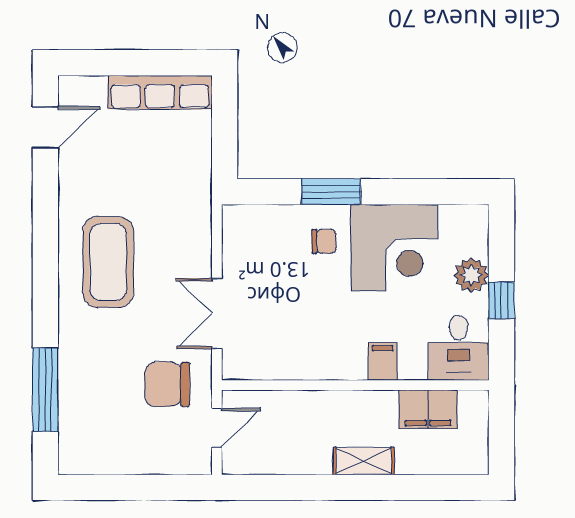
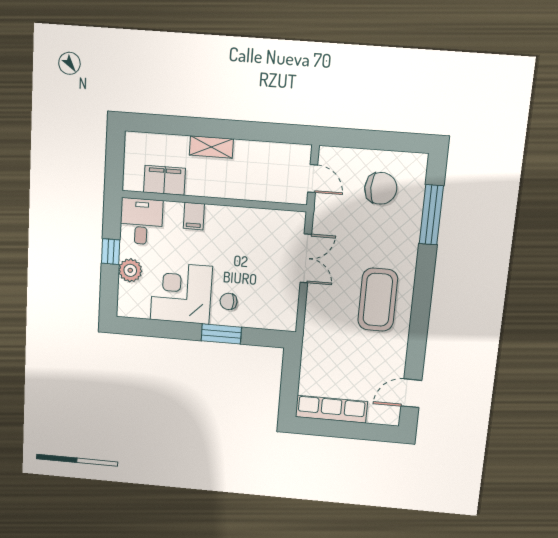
chair: (167, 384) -> (381, 188), moved
door: (217, 428) -> (313, 179), swing flipped

